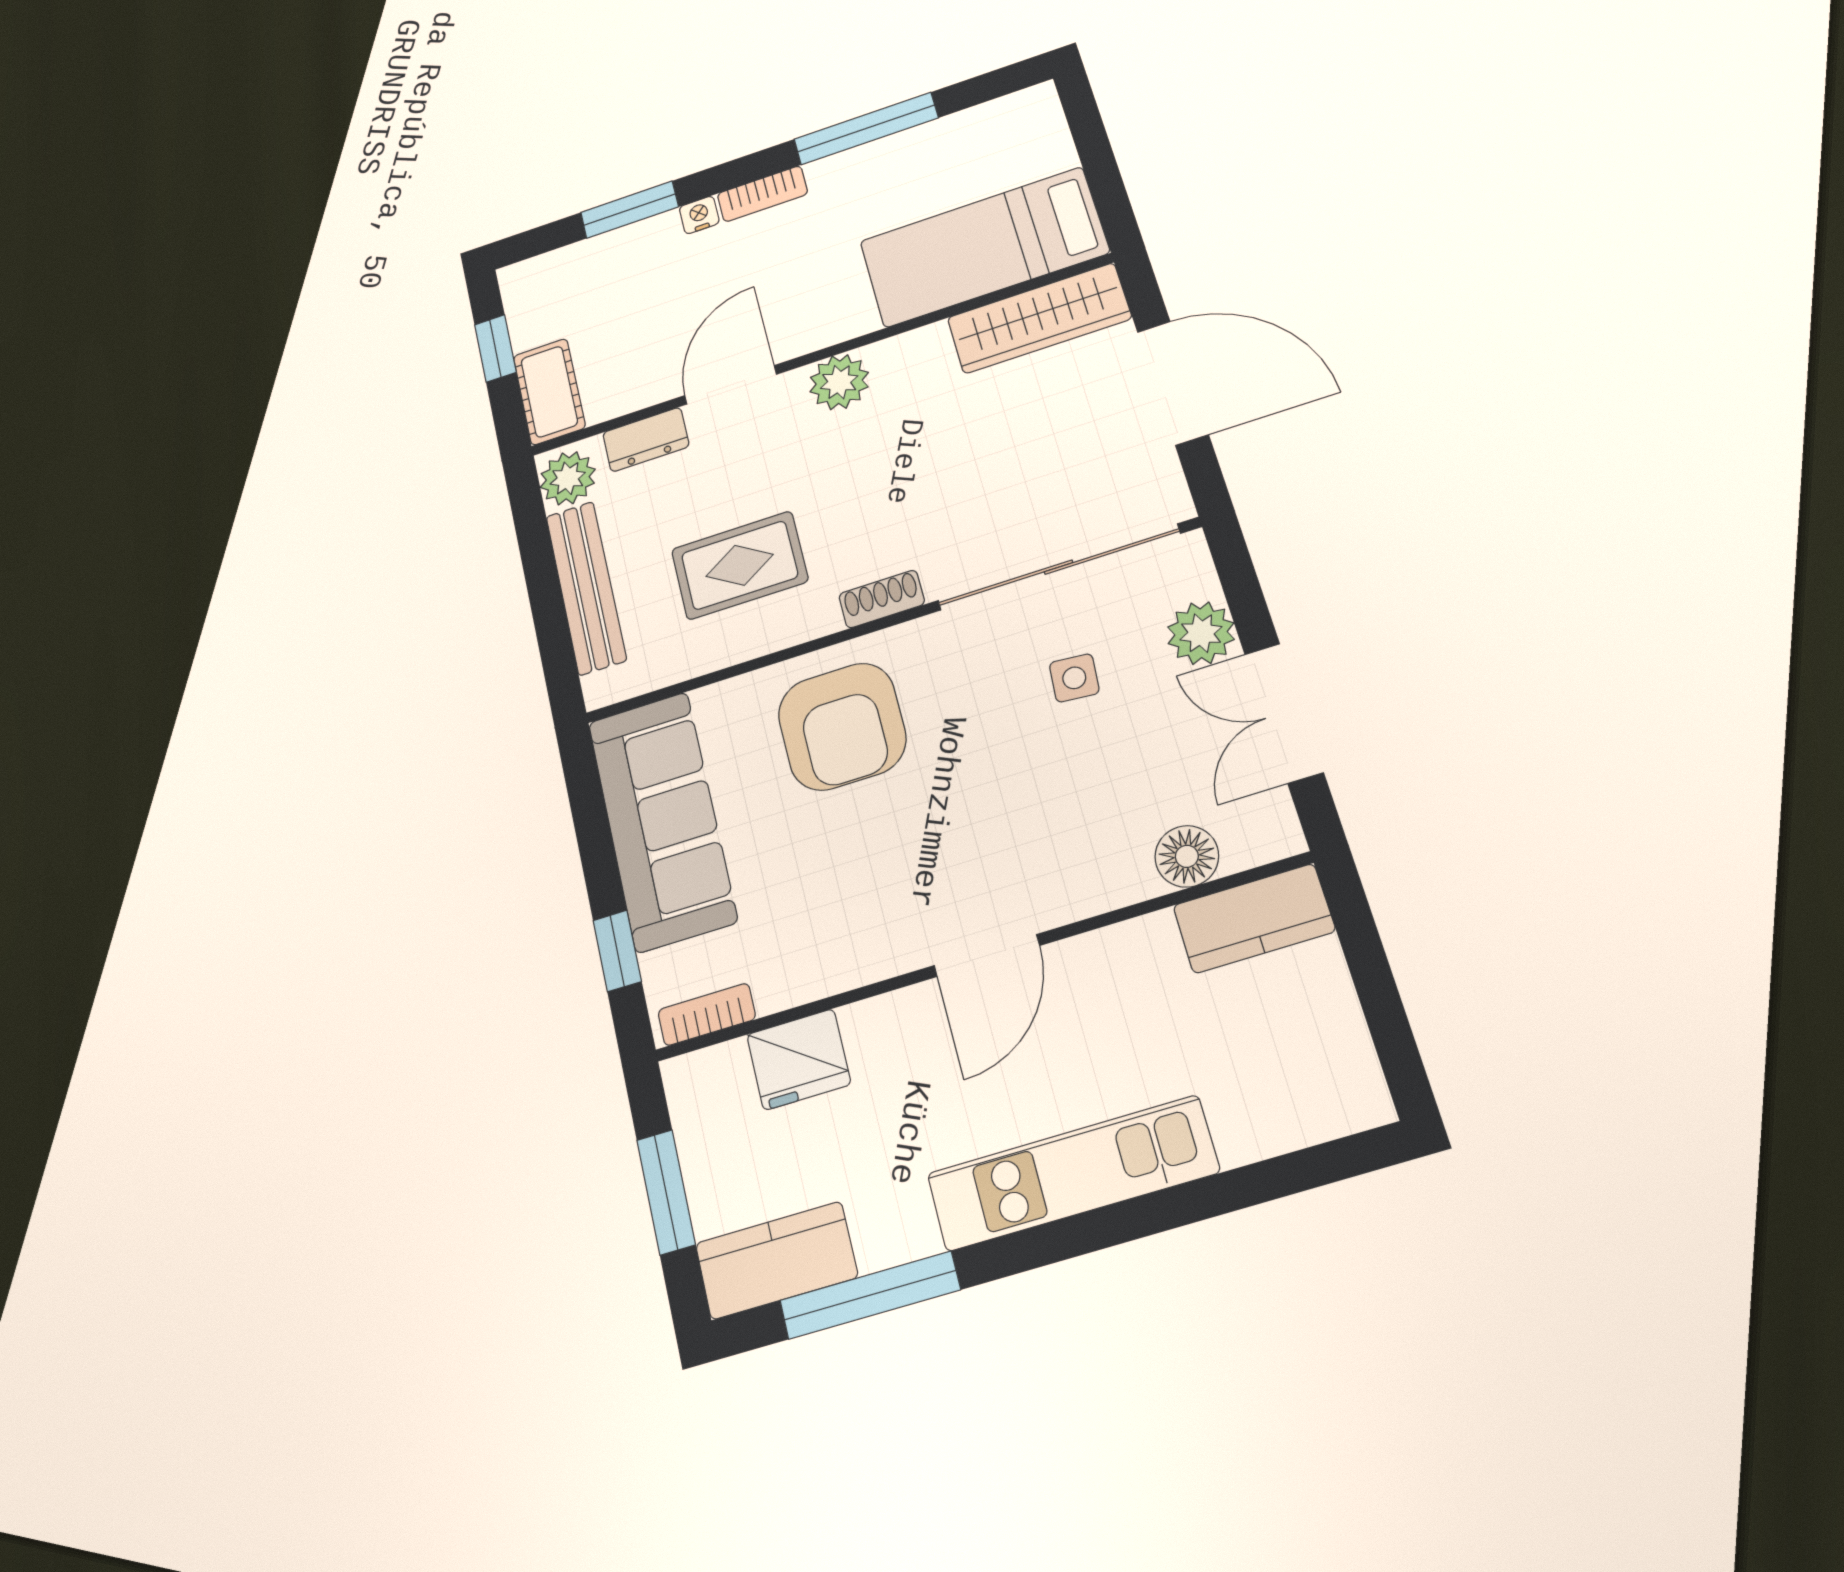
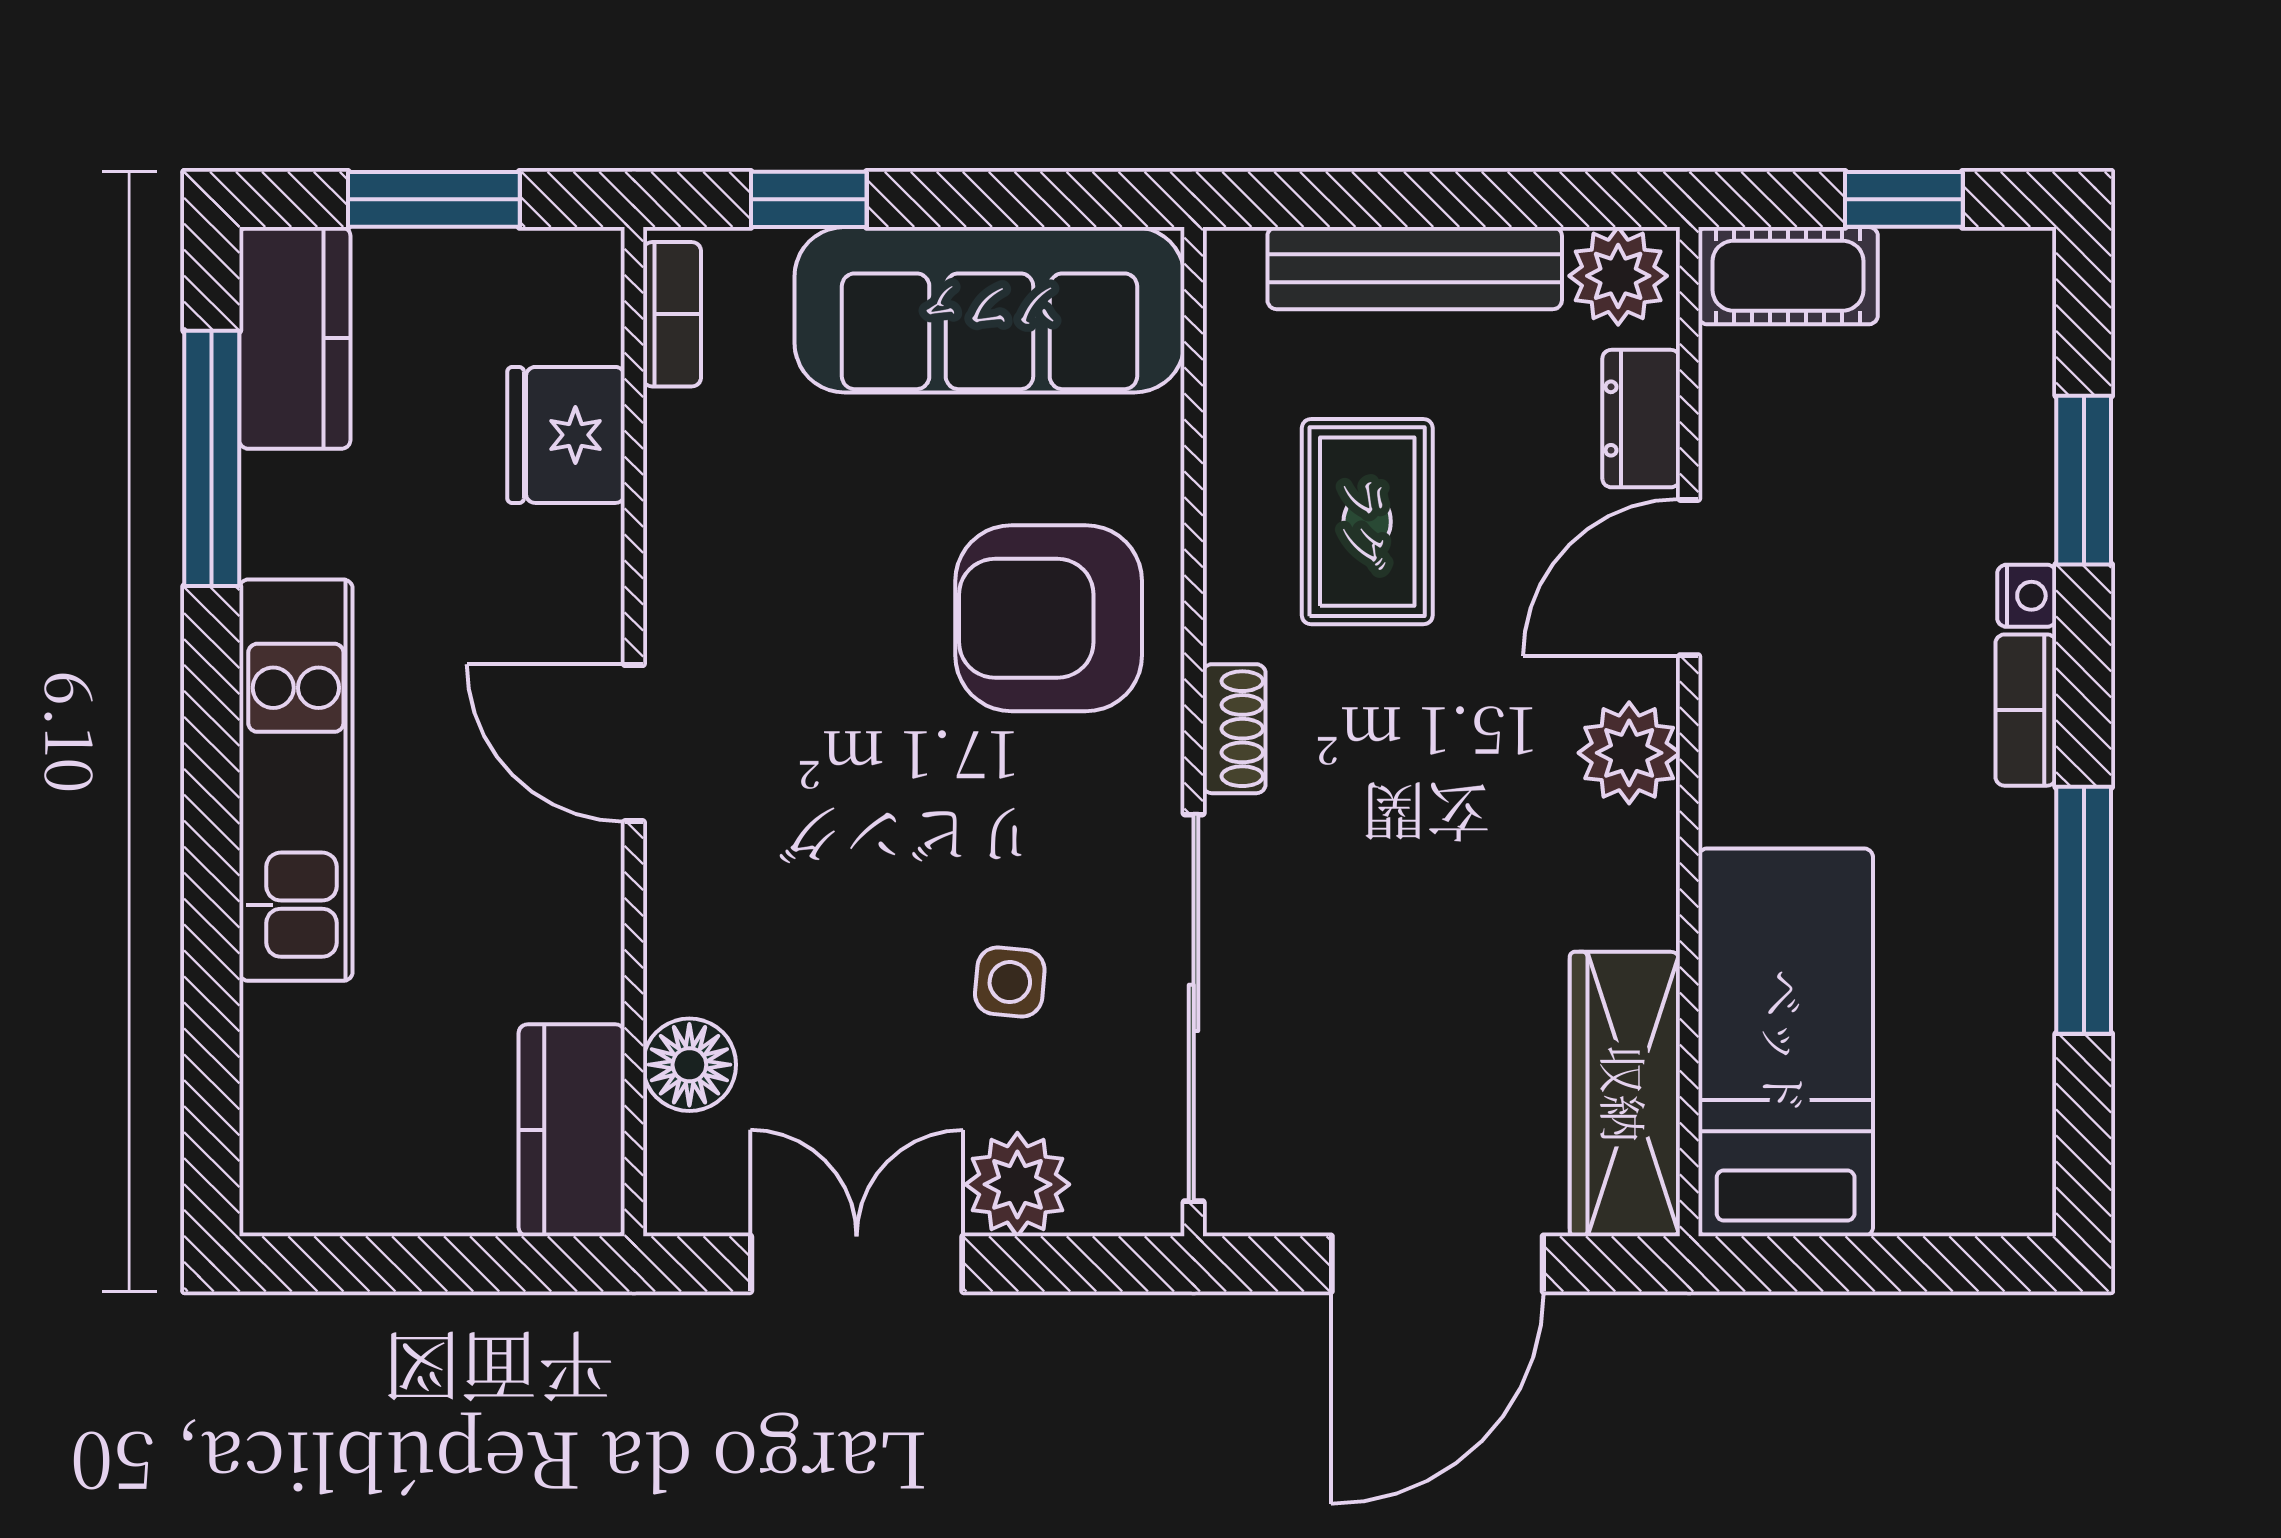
door: (730, 385) -> (1689, 578), swing flipped

